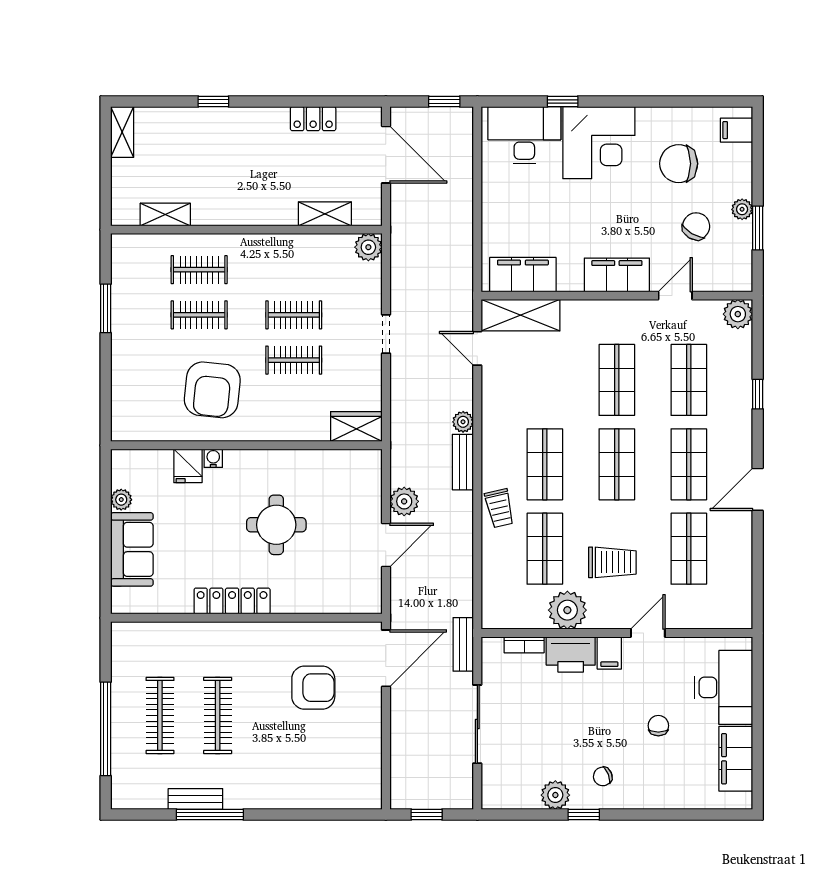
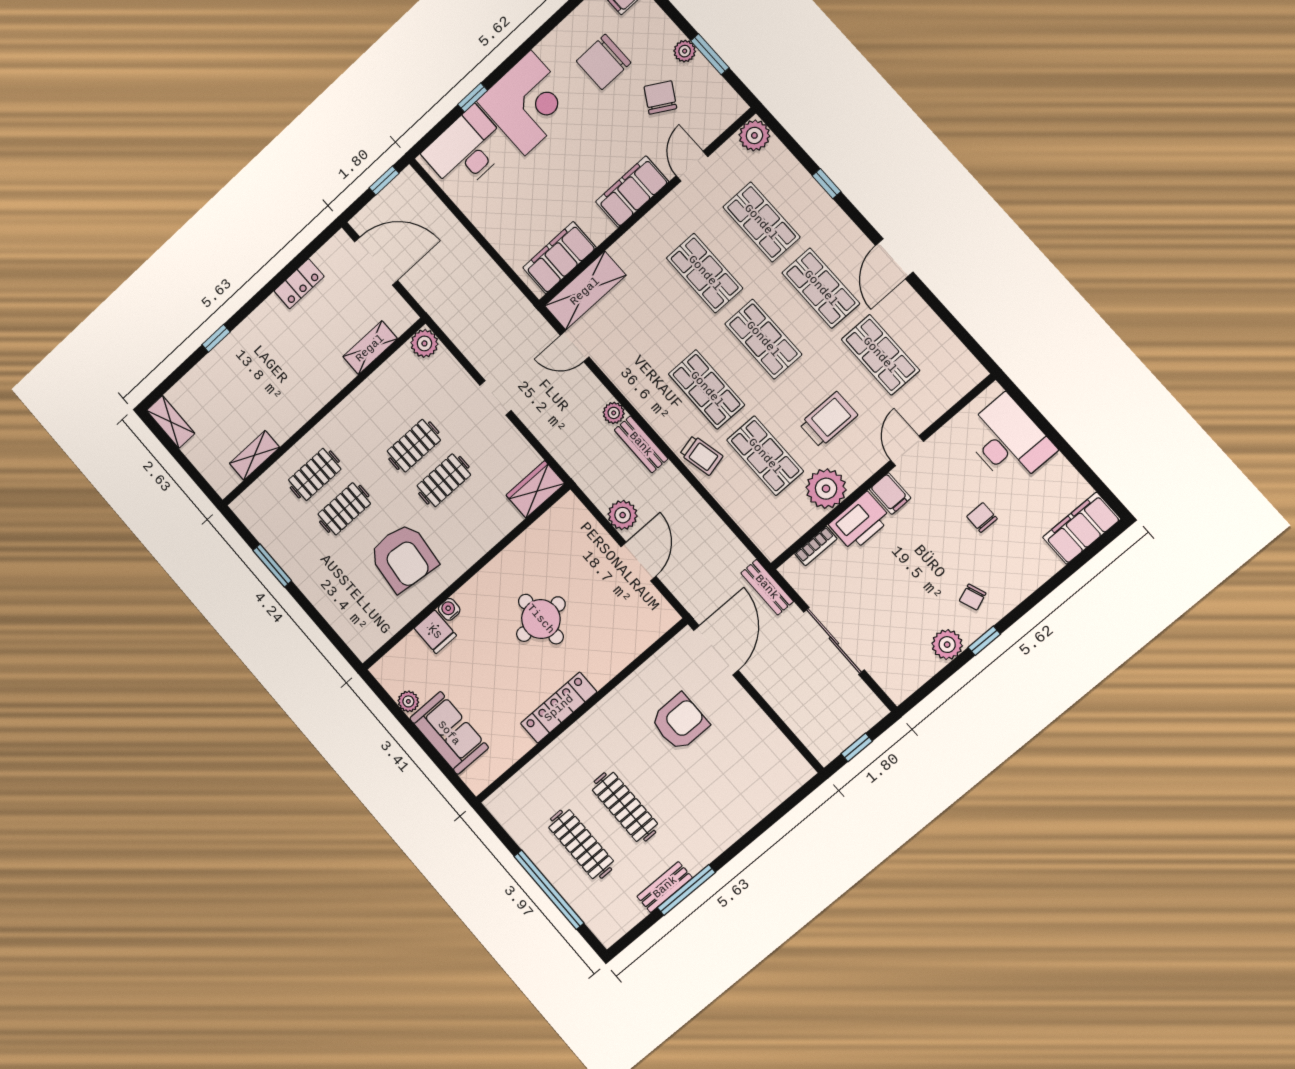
filing cabinet: (736, 759) -> (1082, 528), moved, turned 90

